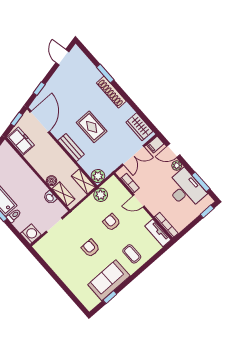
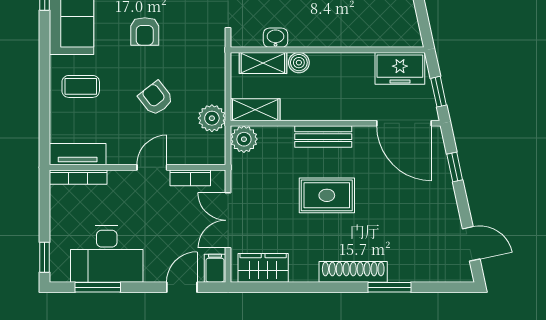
plant: (177, 166) -> (155, 273), removed
armchair: (112, 222) -> (156, 98), turned -128
armchair: (90, 248) -> (145, 31), turned 90

